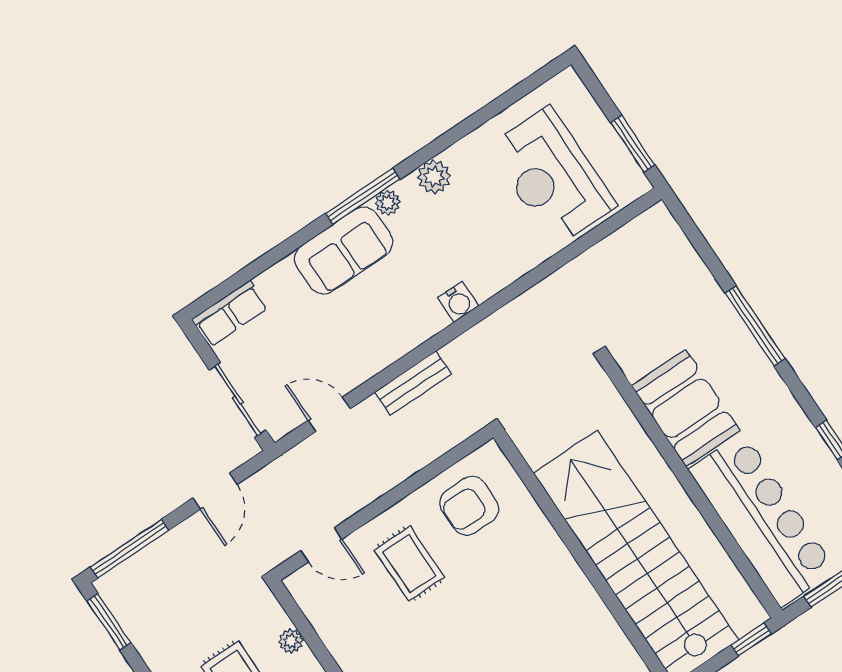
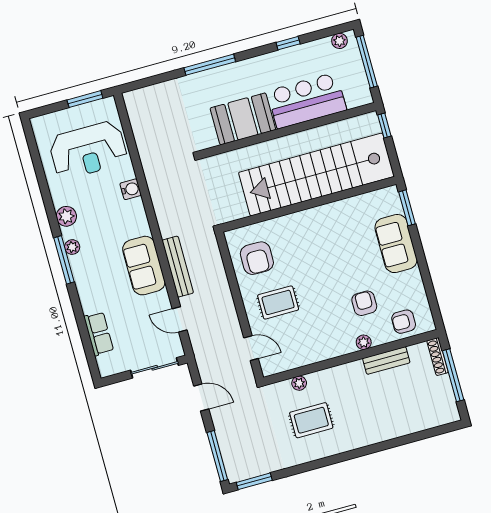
sofa: (344, 250) -> (144, 266), moved, turned 180
water cooler: (458, 302) -> (131, 189), moved
row of seats: (230, 314) -> (99, 334), moved
bench: (413, 383) -> (178, 267), width x1.36
door: (329, 414) -> (180, 319), hinge flipped
bar counter: (762, 520) -> (307, 101), width x0.73
door: (321, 545) -> (251, 348), hinge flipped

